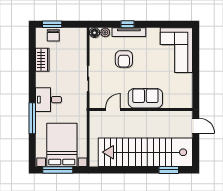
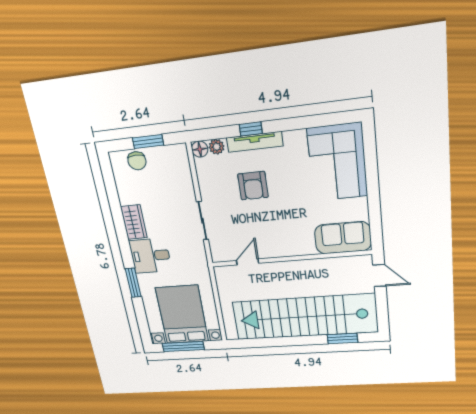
window: (52, 24) -> (148, 142), moved
wardrobe: (42, 60) -> (134, 222), moved
sofa: (145, 98) -> (343, 238), moved
window: (32, 118) -> (133, 283), width x0.69

